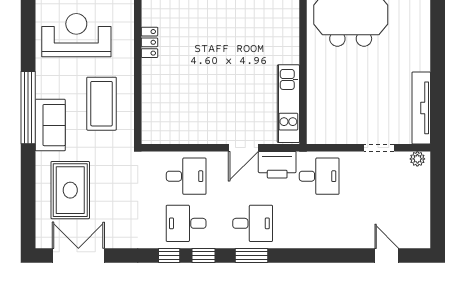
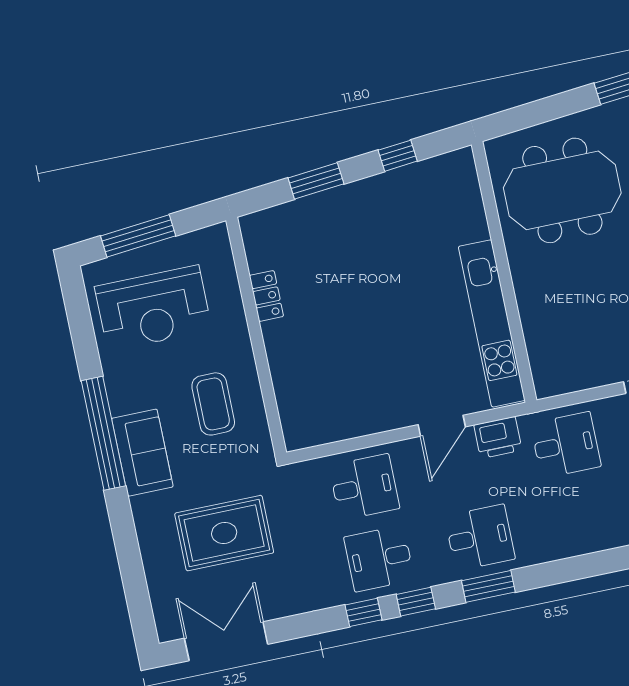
reception desk: (76, 35) -> (153, 308), turned 180
coffee table: (102, 104) -> (213, 404), width x0.73, depth x0.76
kitchen unit: (288, 104) -> (492, 323), width x1.36
printer: (277, 165) -> (498, 438), width x0.73, depth x0.84
rug: (70, 190) -> (224, 533), moved, turned 90

